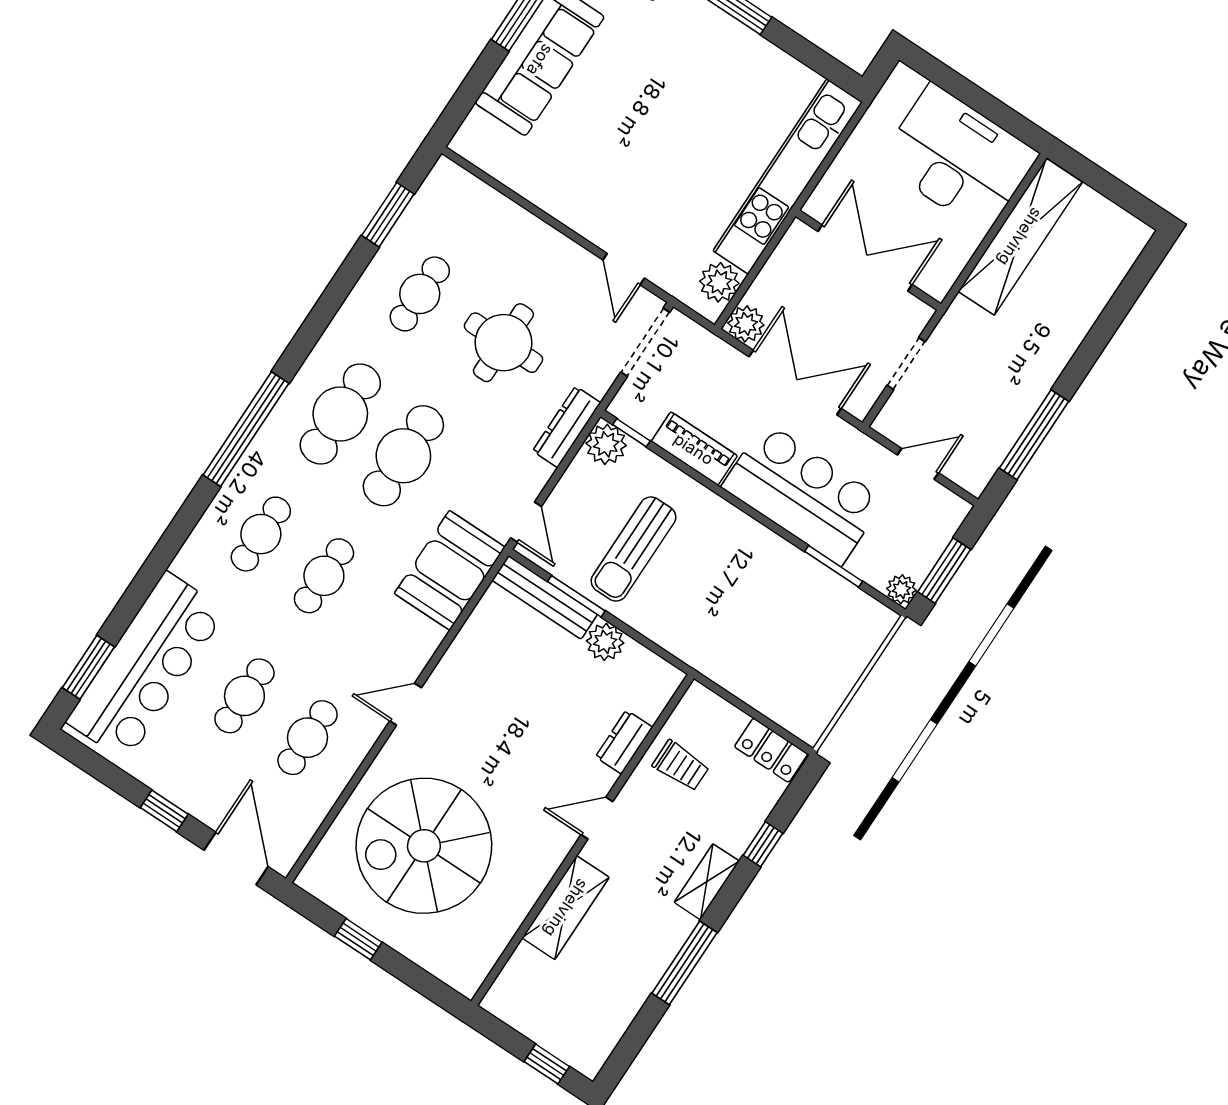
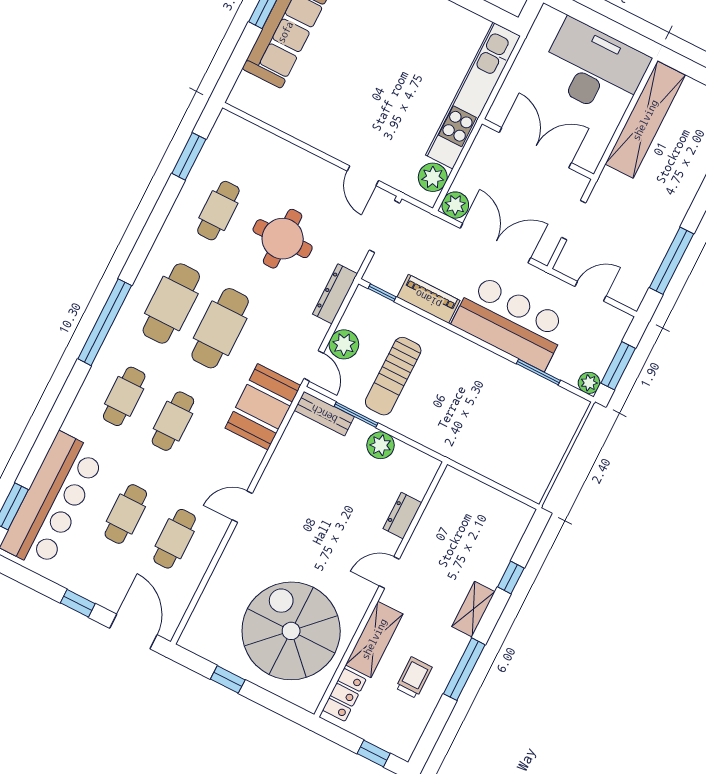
plant: (606, 444) -> (344, 344), moved
bench: (545, 597) -> (324, 414), width x0.73
locker: (771, 750) -> (344, 695), moved, turned -90
trolley: (681, 766) -> (414, 678), moved, turned -90
spiral stairs: (424, 846) -> (291, 631), moved, turned 90

